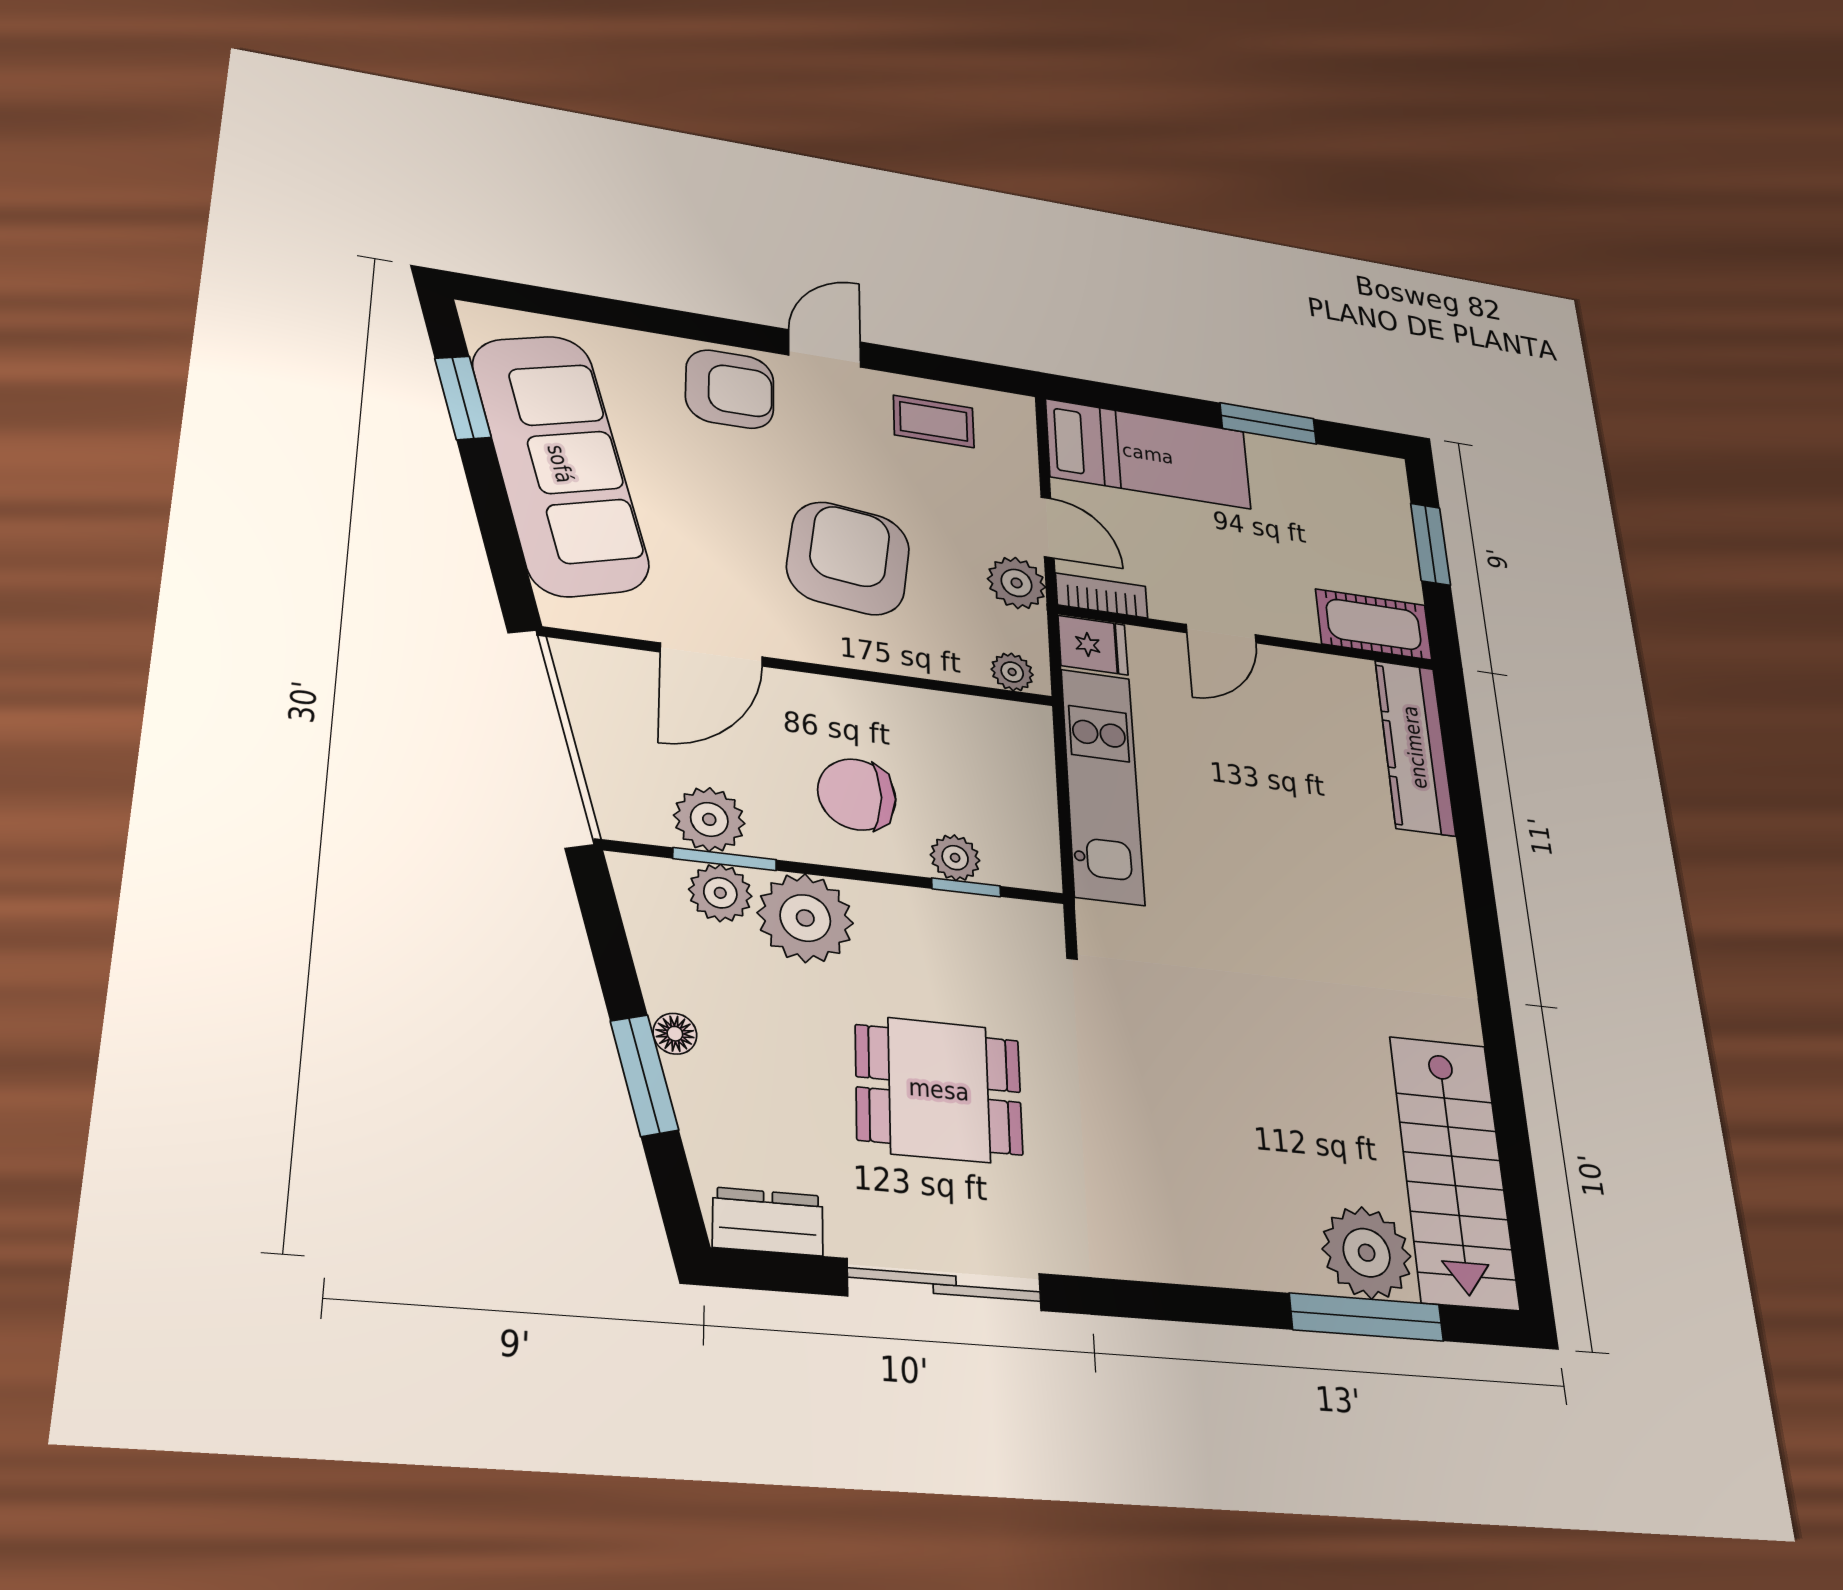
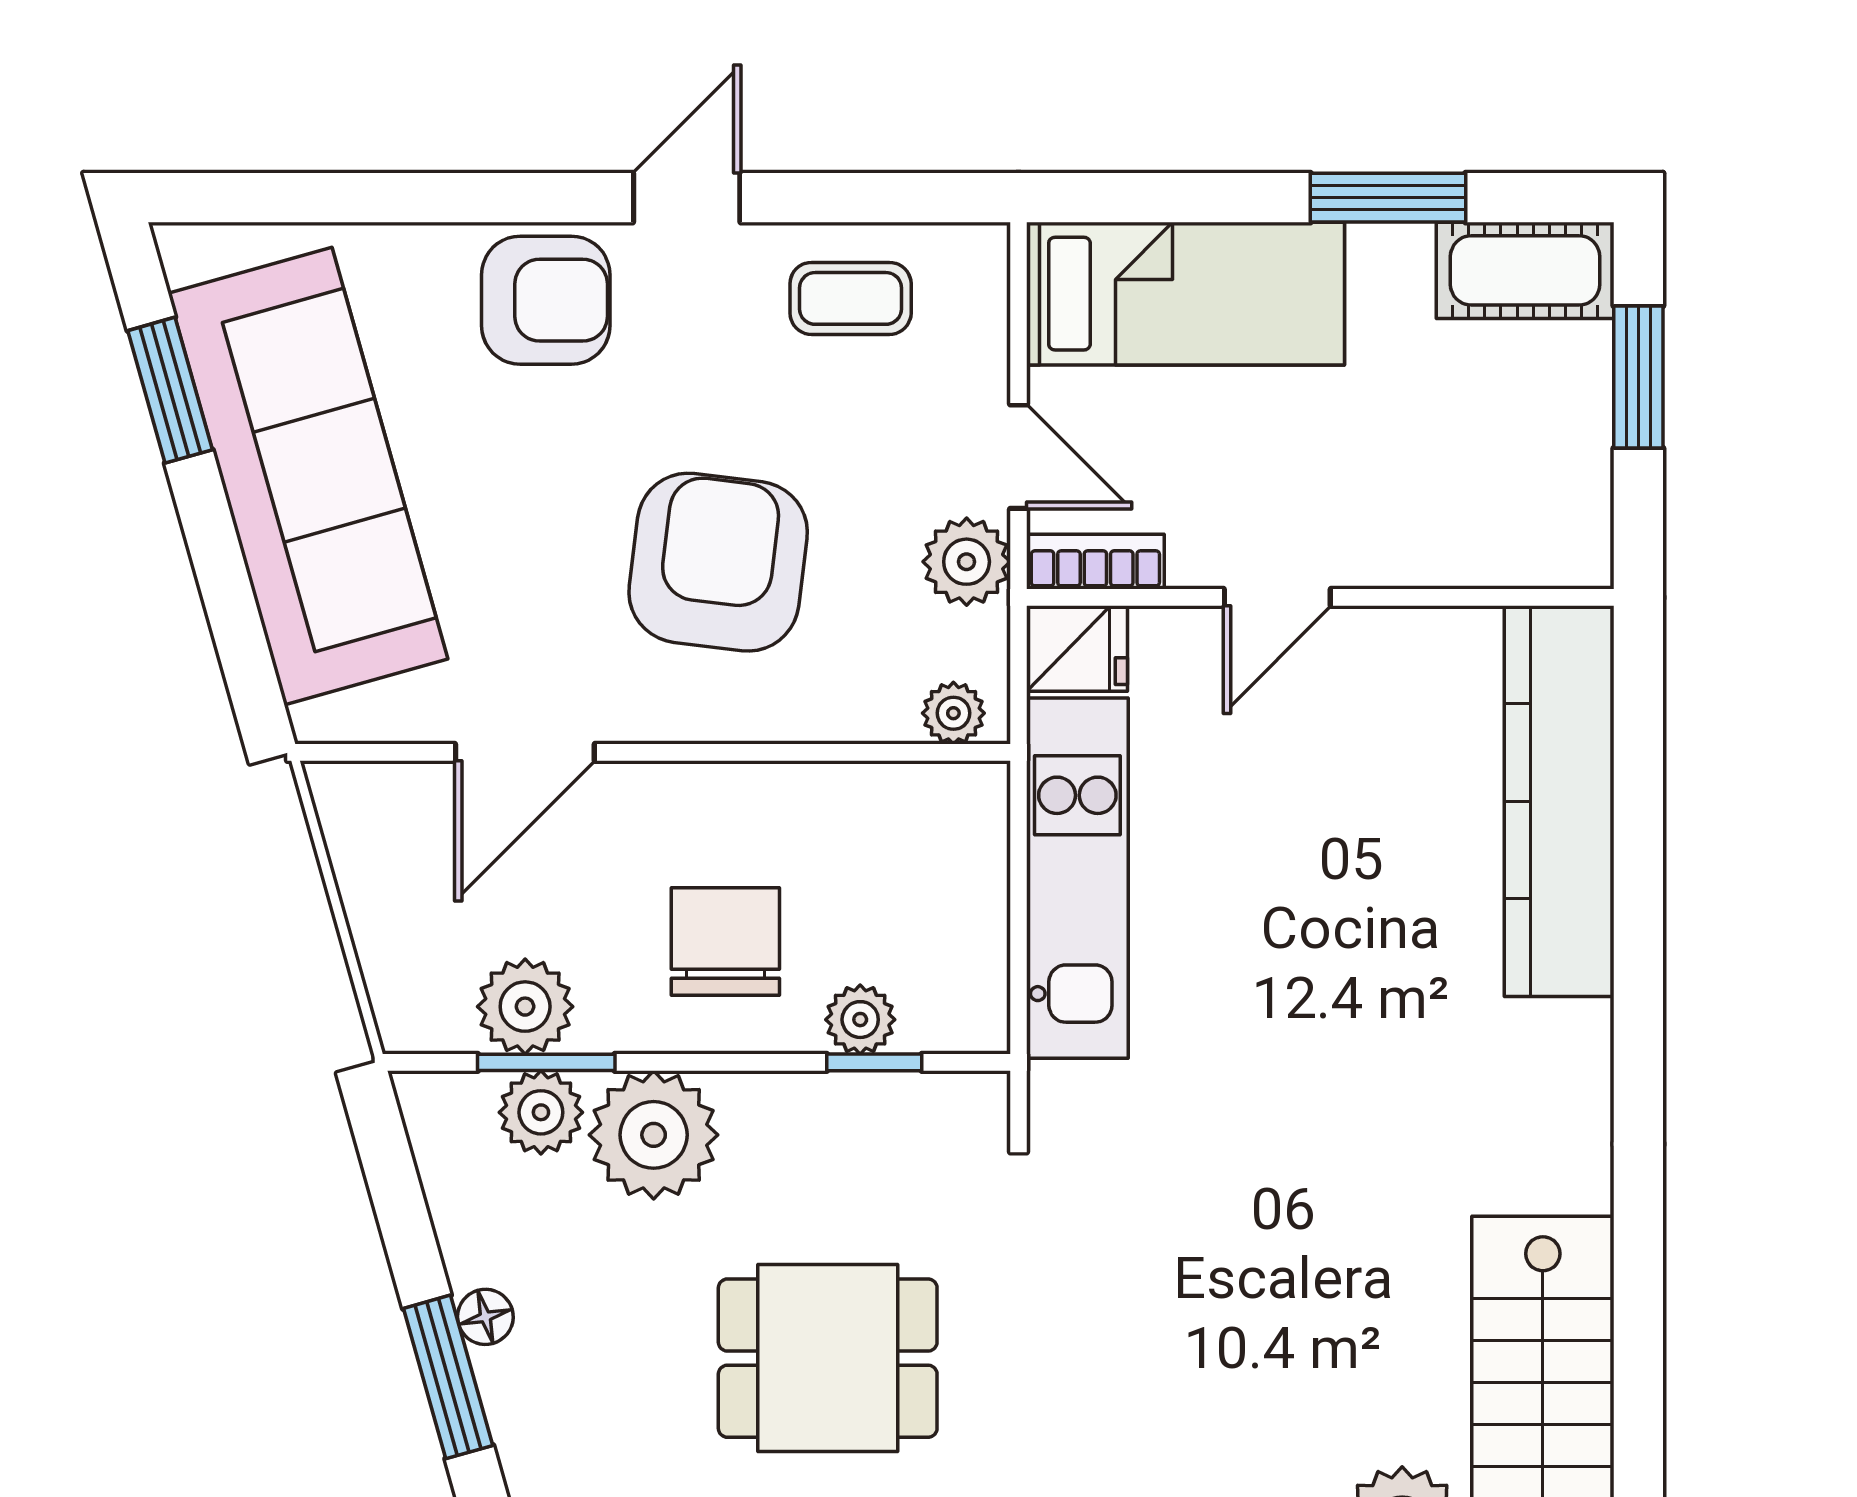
cot: (1374, 624) -> (1525, 270), moved
kitchen counter: (1415, 747) -> (1559, 801), width x1.39, depth x1.17
chair: (857, 794) -> (725, 941), turned 90

